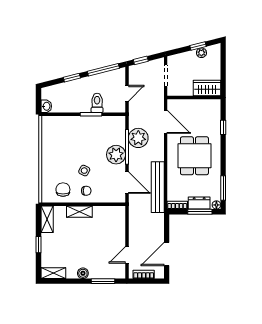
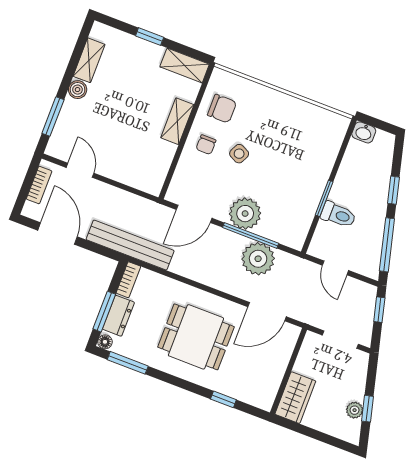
bench: (158, 187) -> (130, 245), moved
shelving: (53, 273) -> (89, 60), moved

